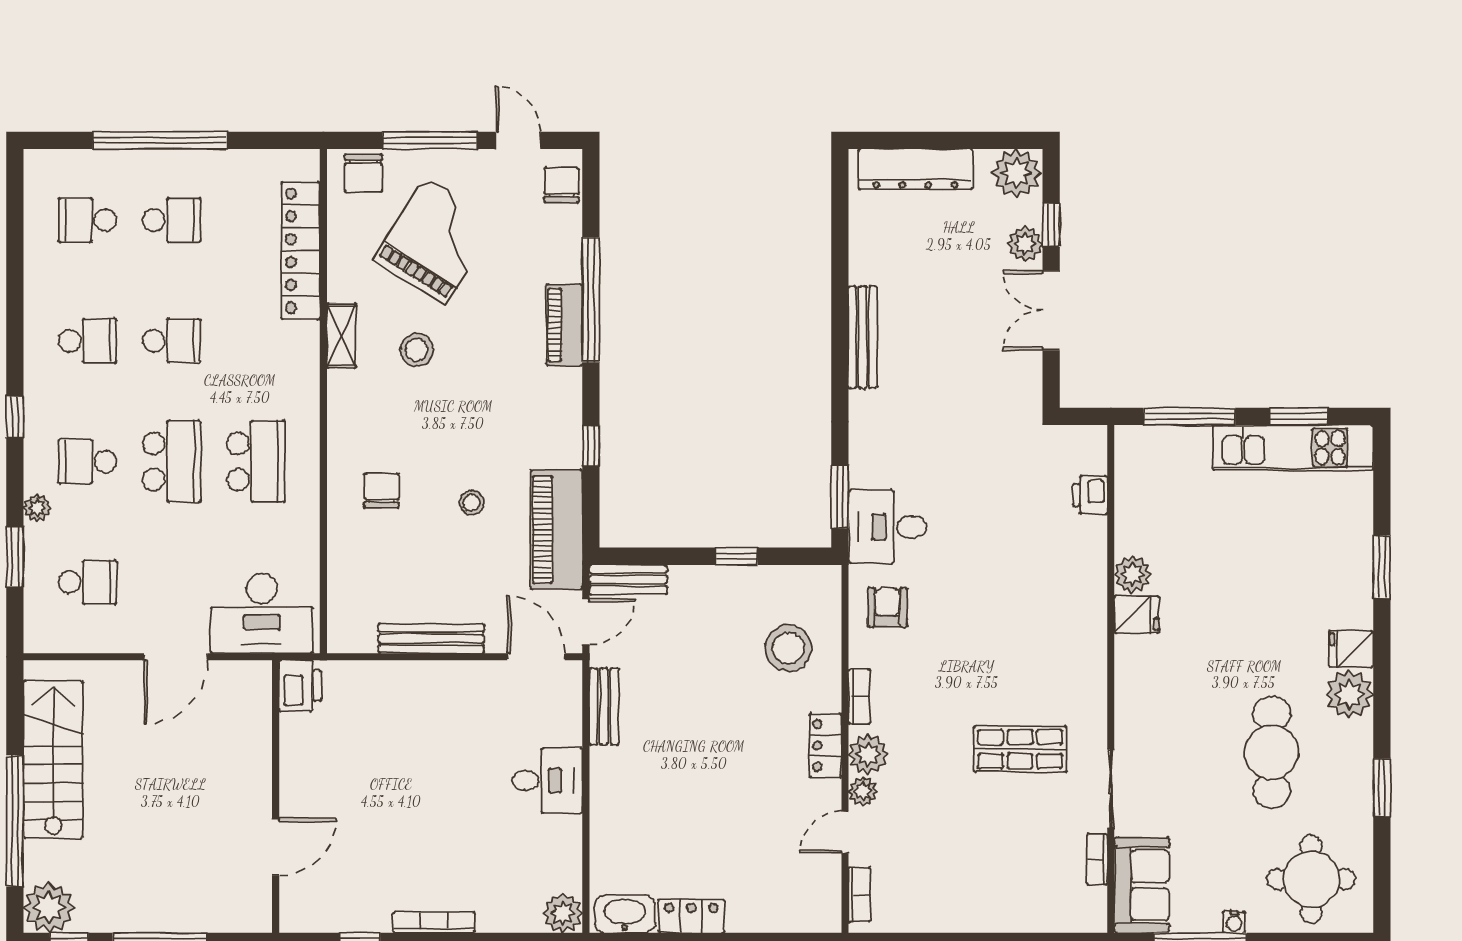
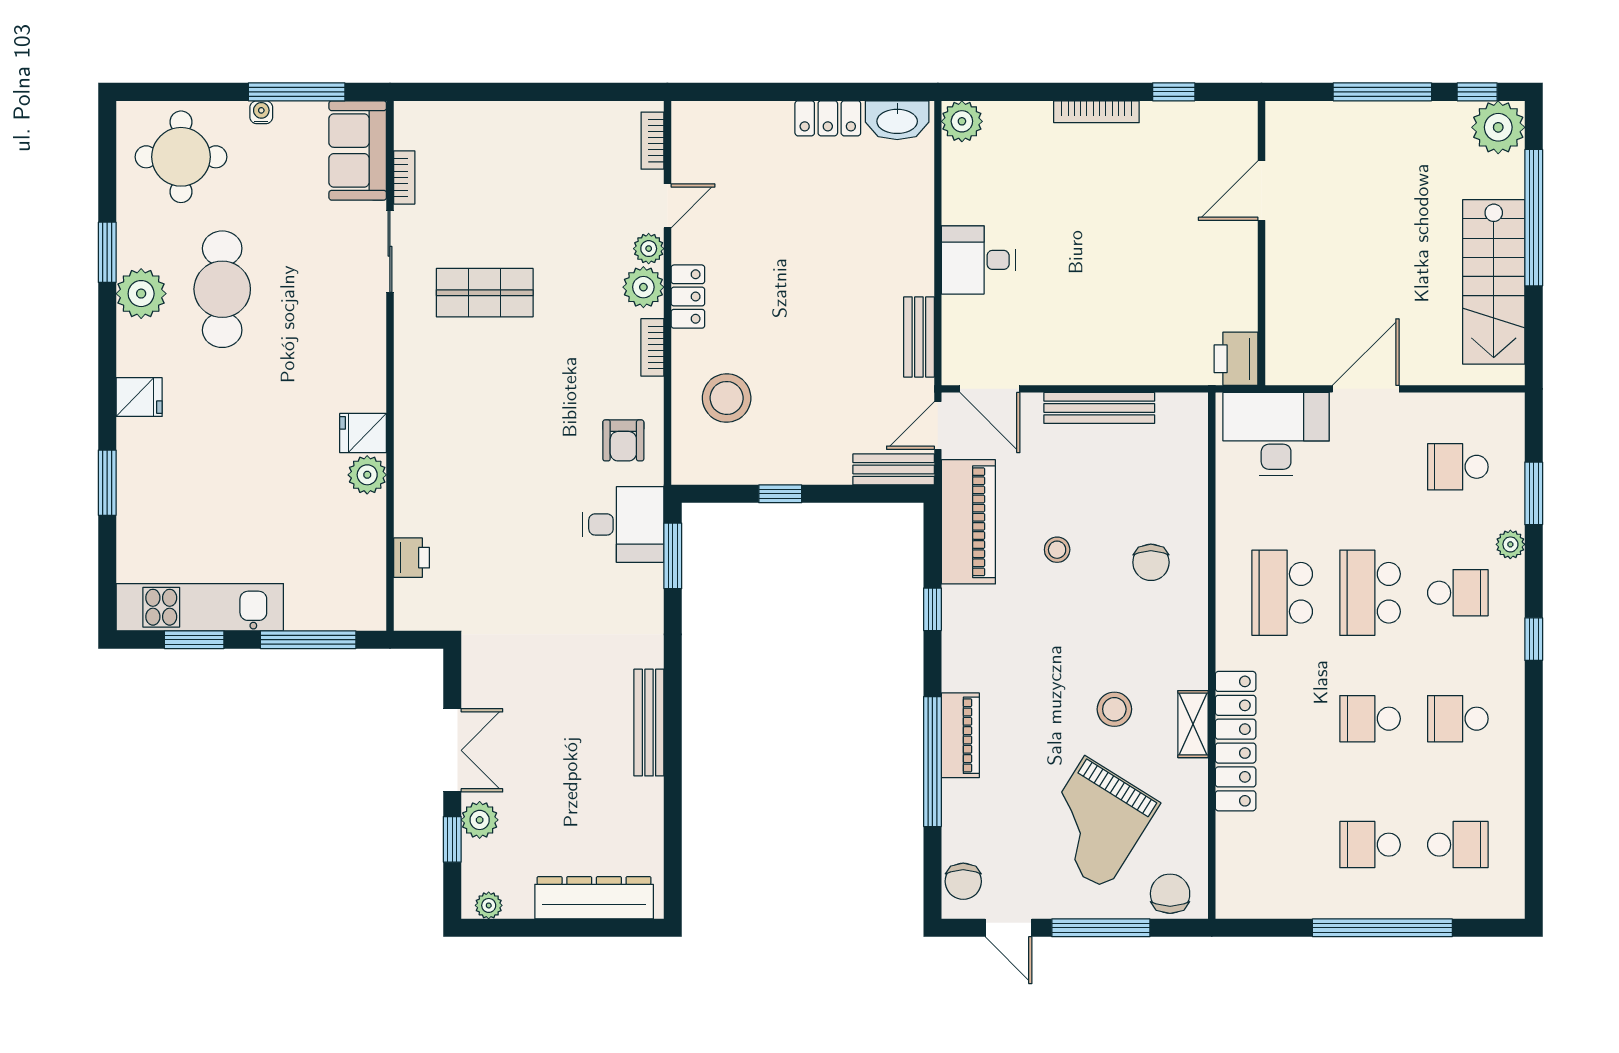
plant: (1016, 173) -> (489, 905), width x0.53, depth x0.53
locker: (301, 251) -> (1236, 741), moved
plant: (1349, 694) -> (141, 294), moved

